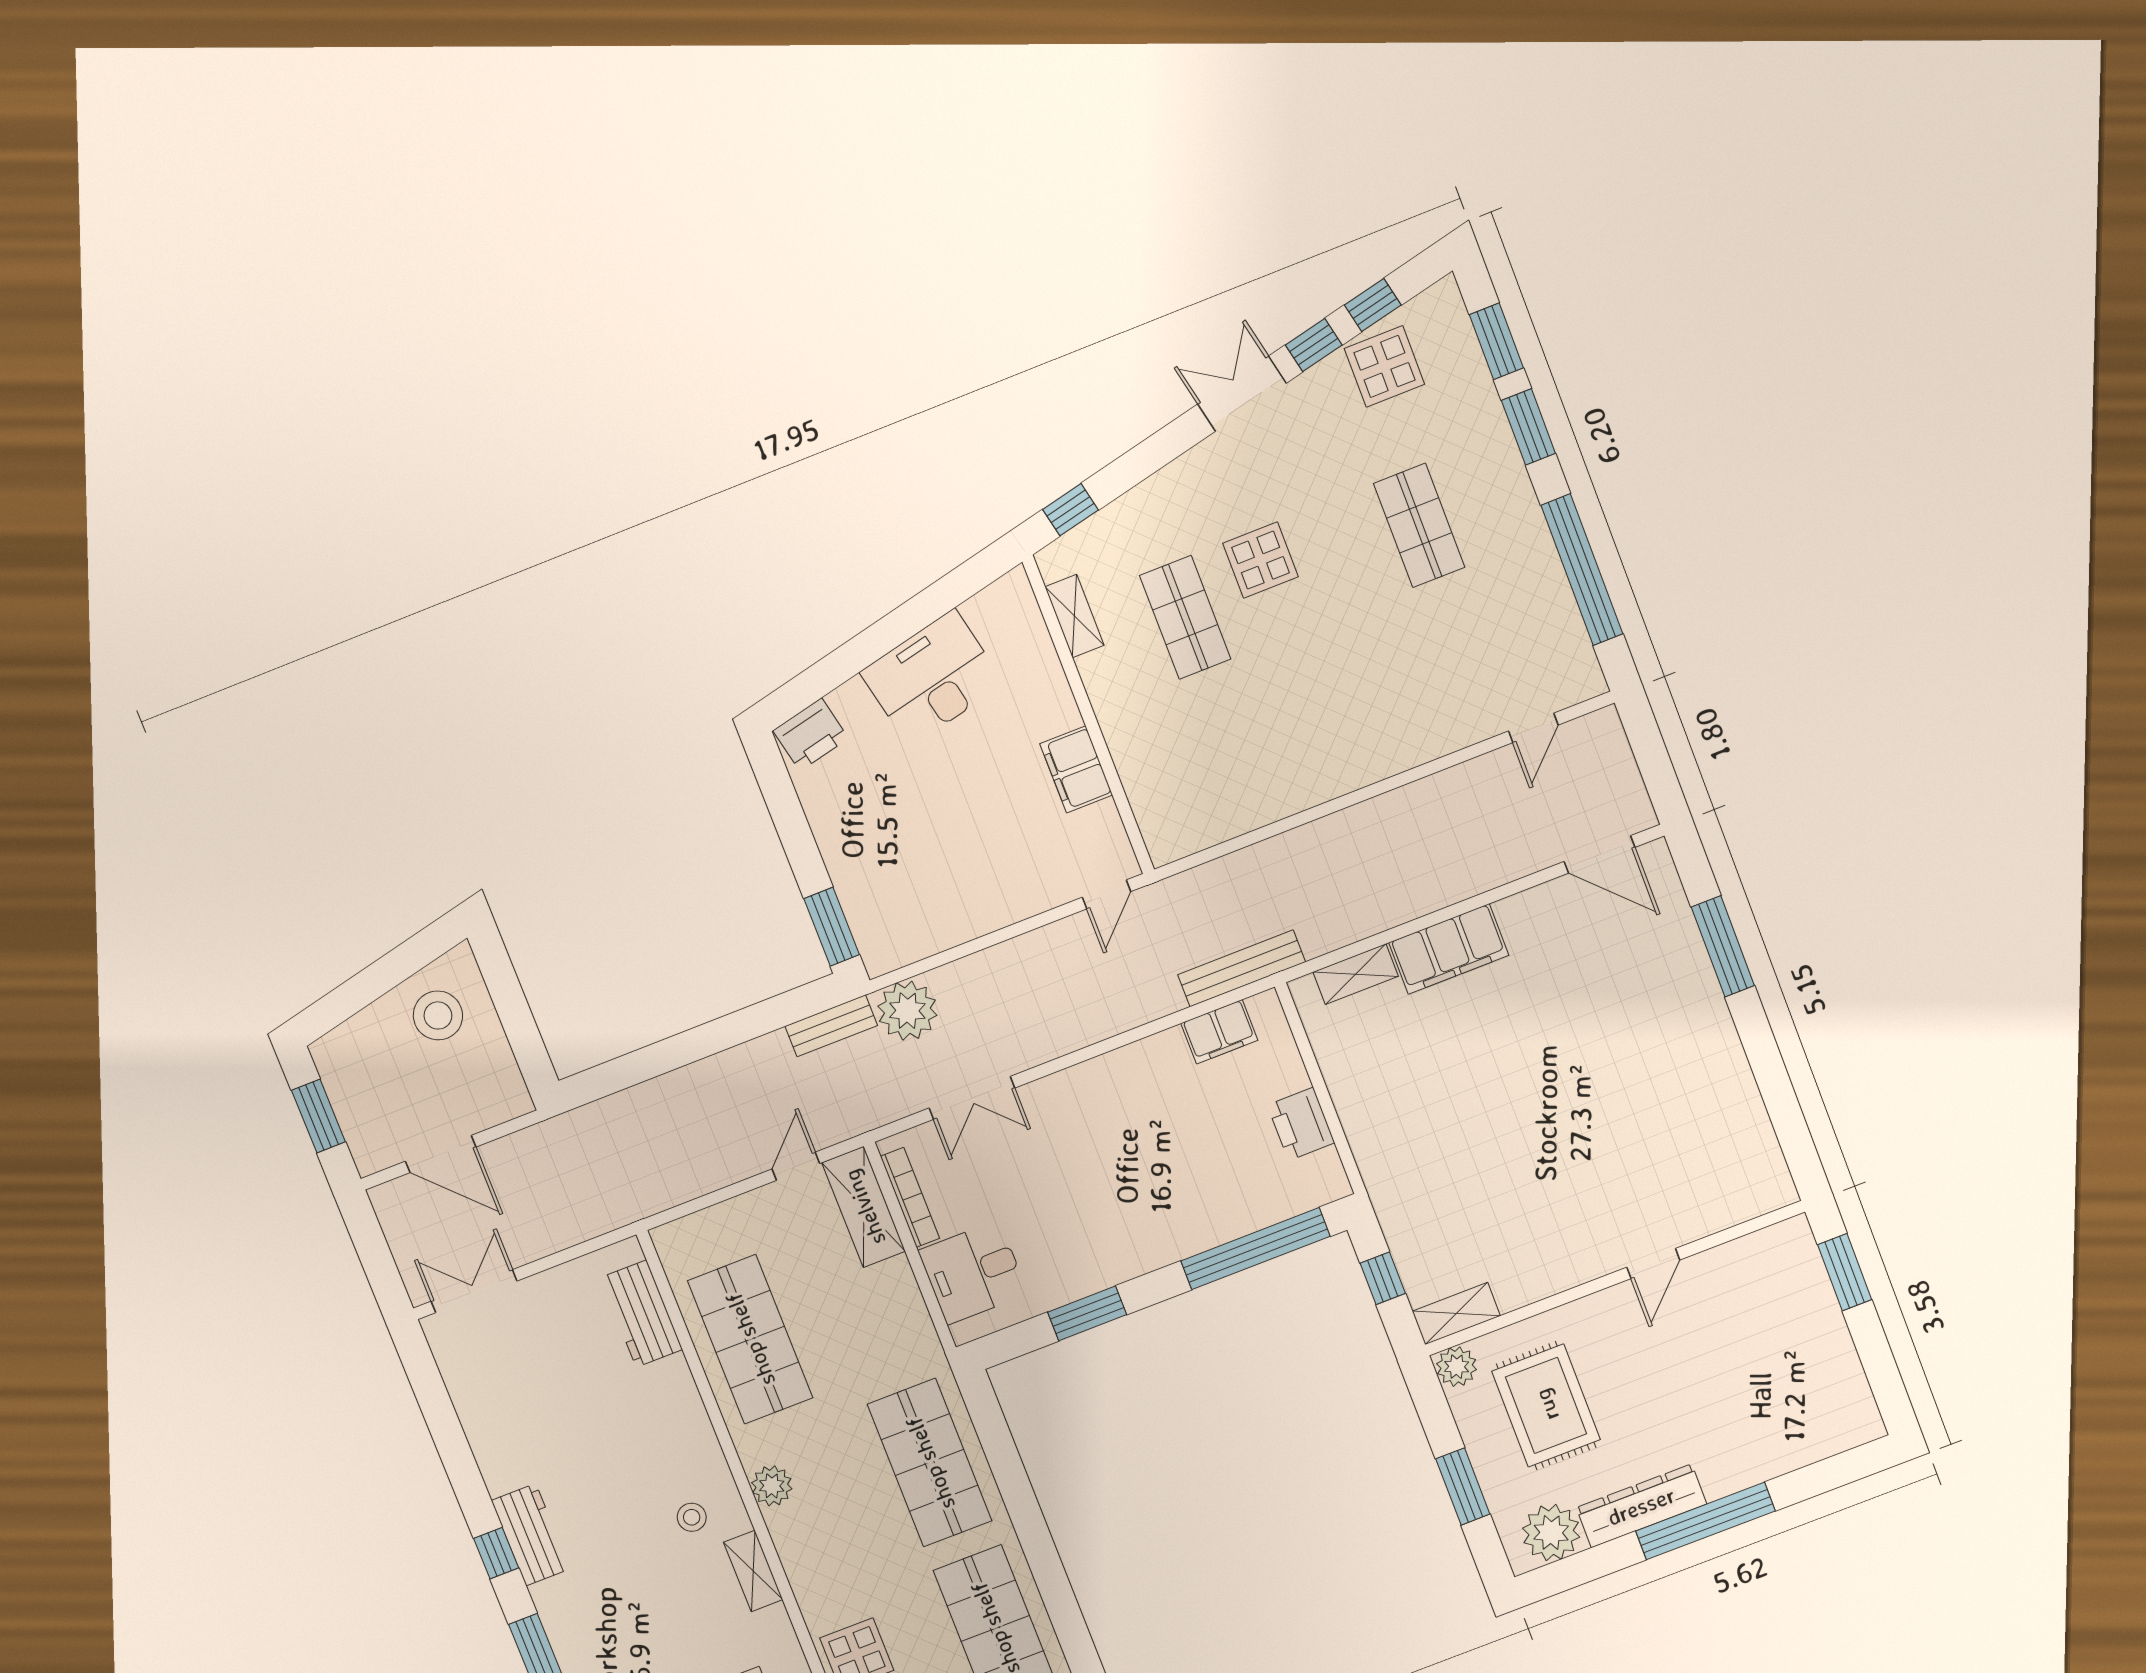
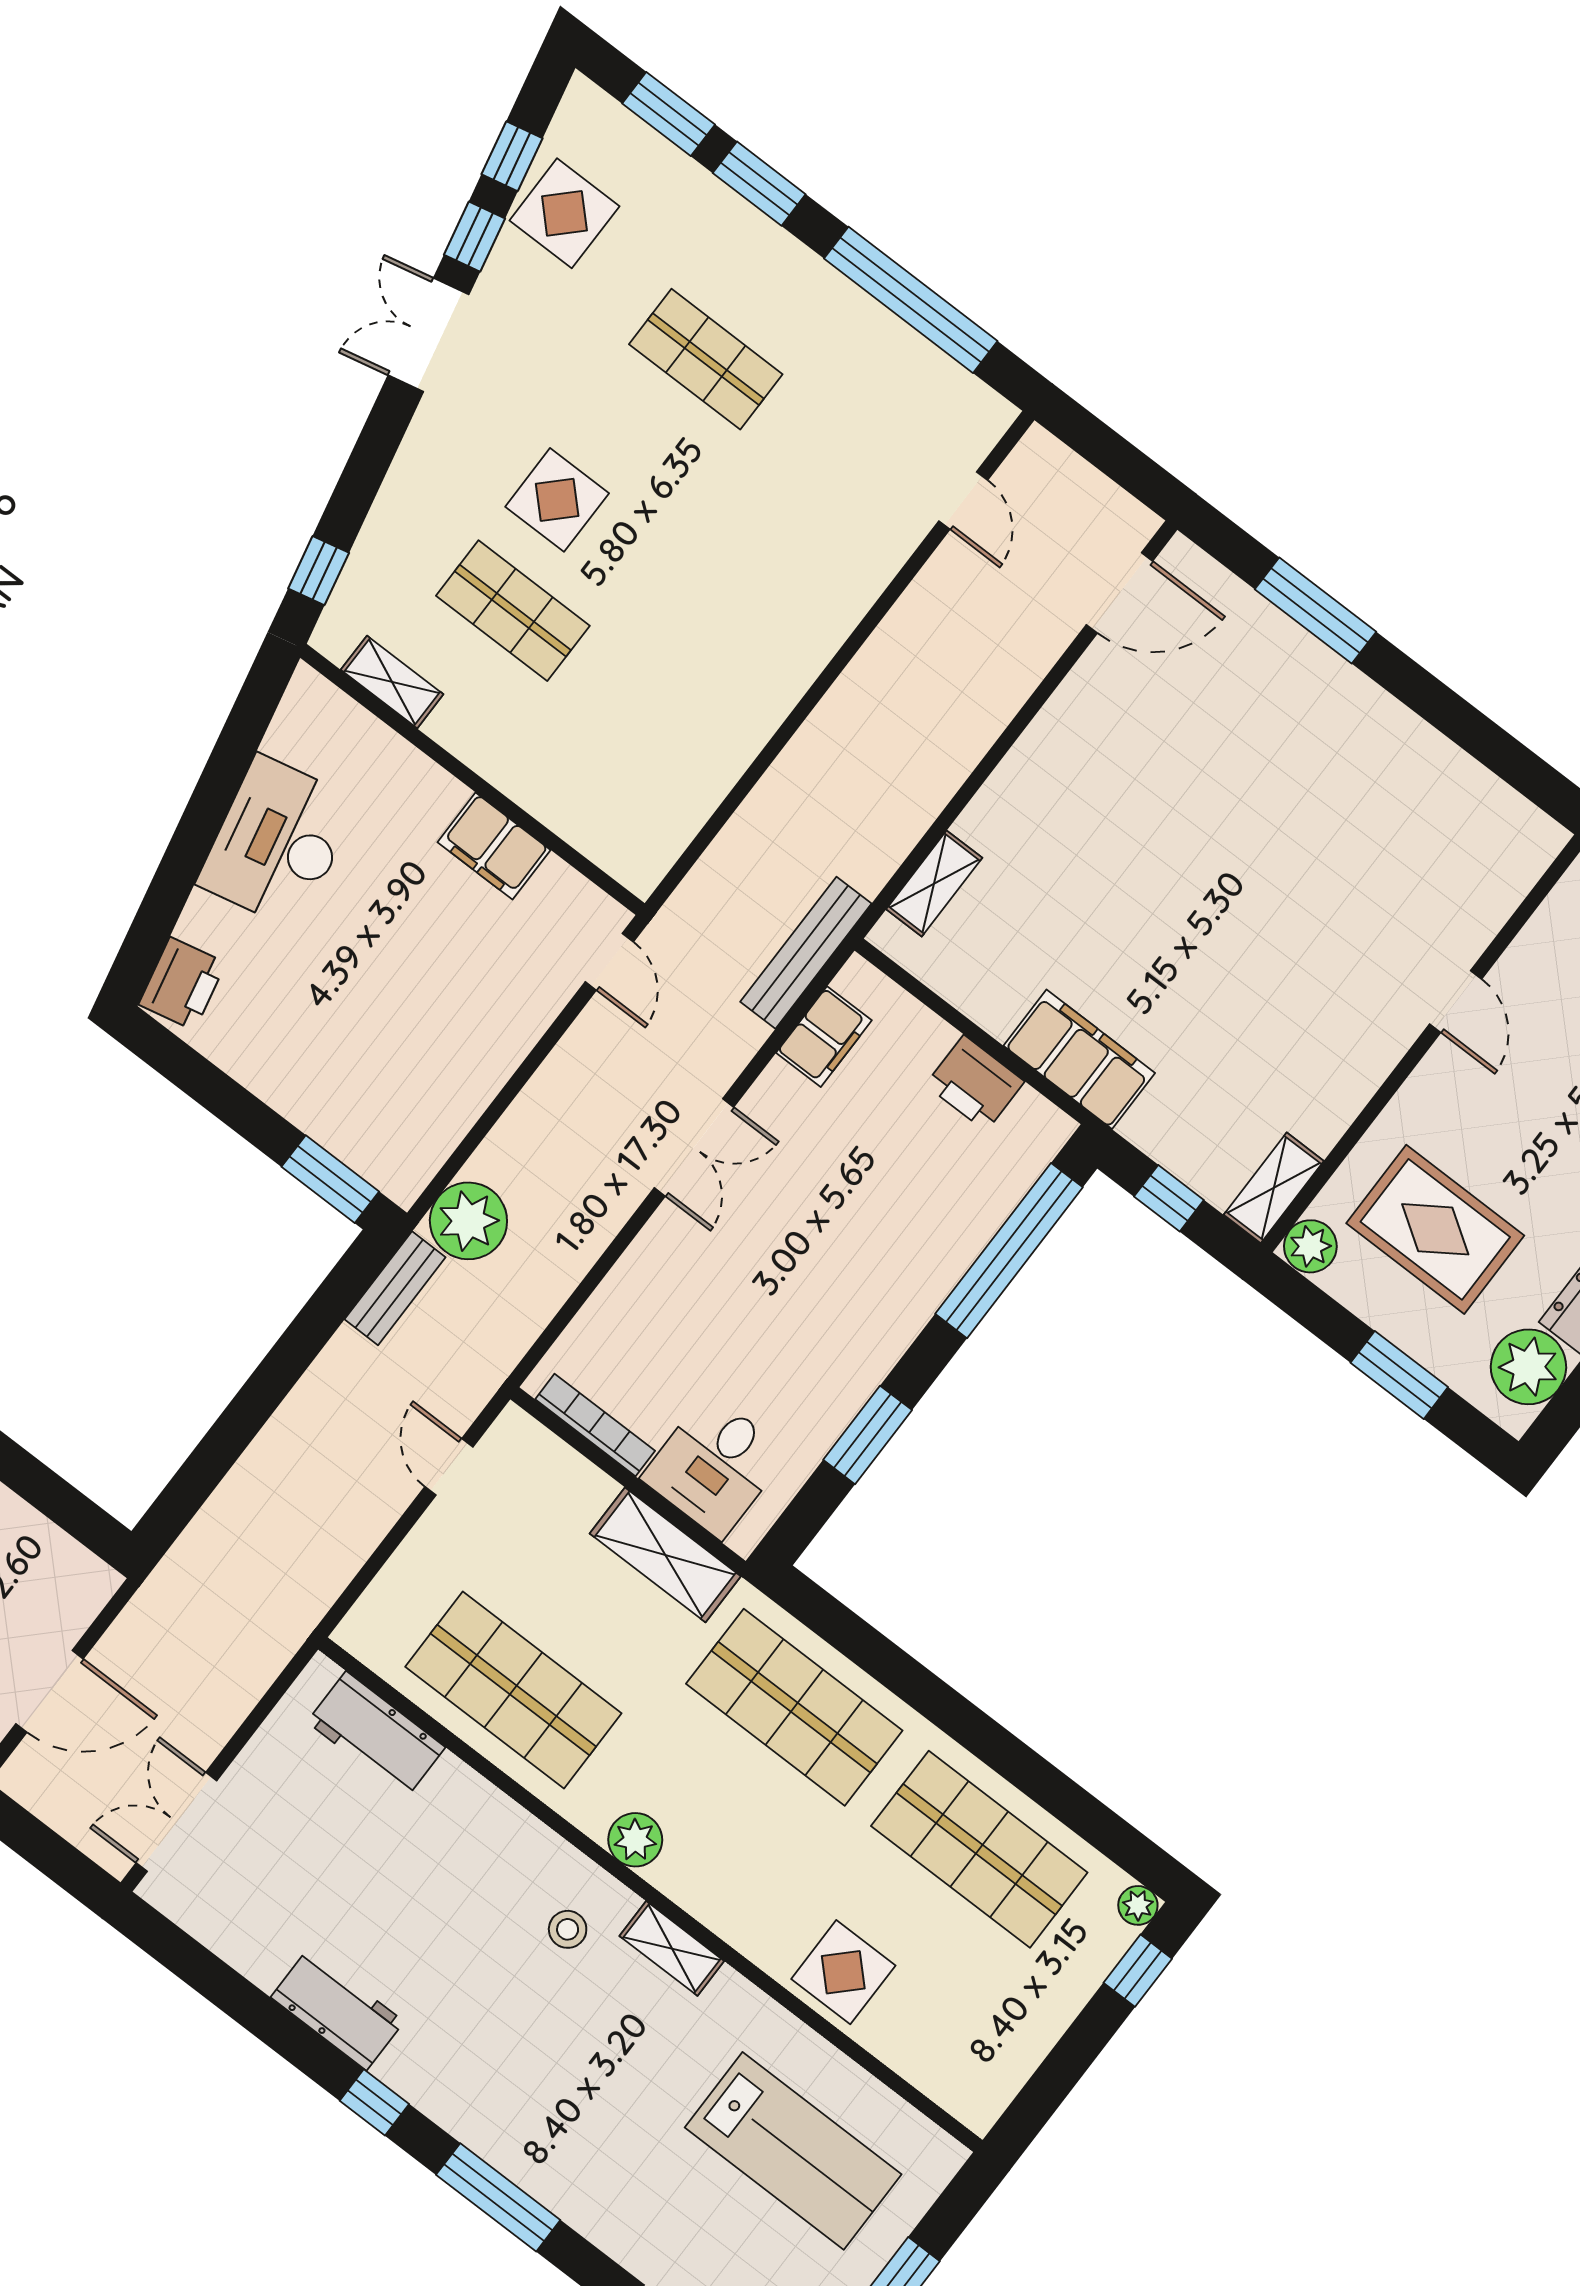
filing cabinet: (1449, 949) -> (1079, 1059), moved, turned -90
double door: (972, 1098) -> (694, 1147), moved
shelving: (864, 1207) -> (665, 1555), moved
workbench: (531, 1535) -> (337, 2009), moved

